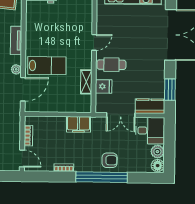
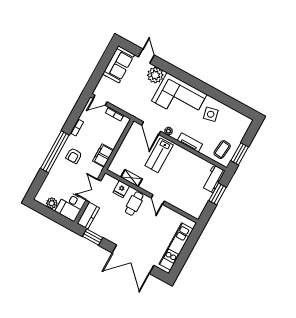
armchair: (110, 160) -> (74, 156), moved
floor lamp: (158, 166) -> (41, 198), removed

